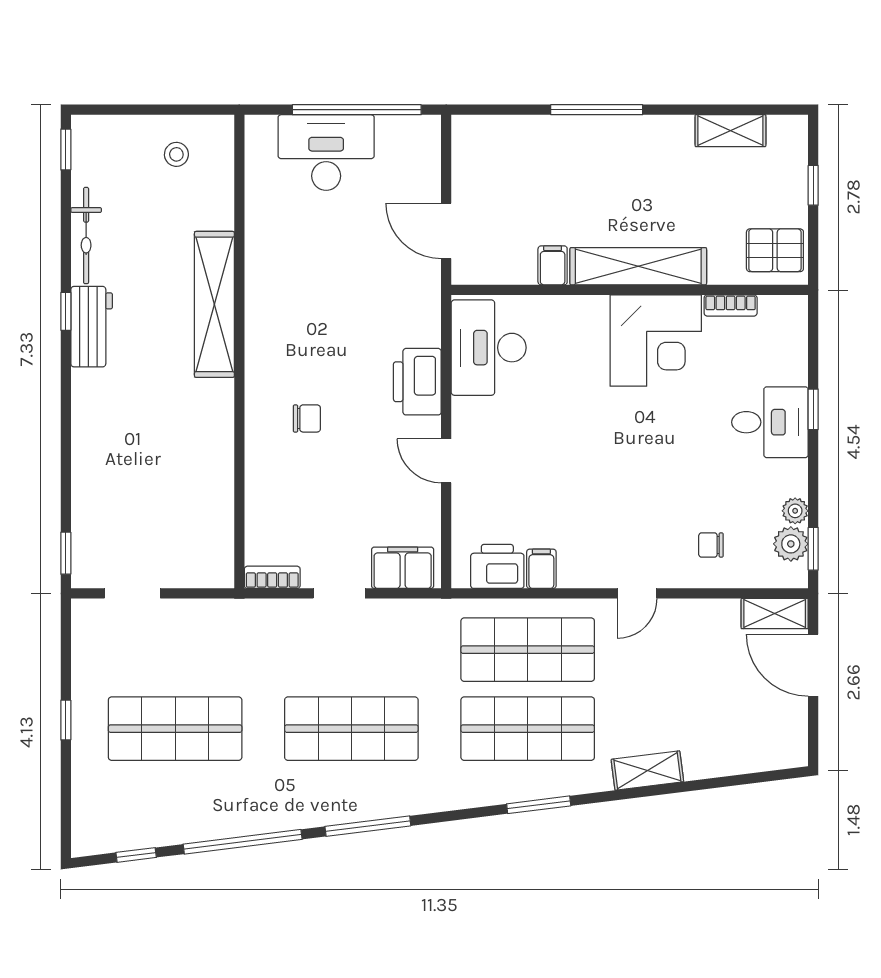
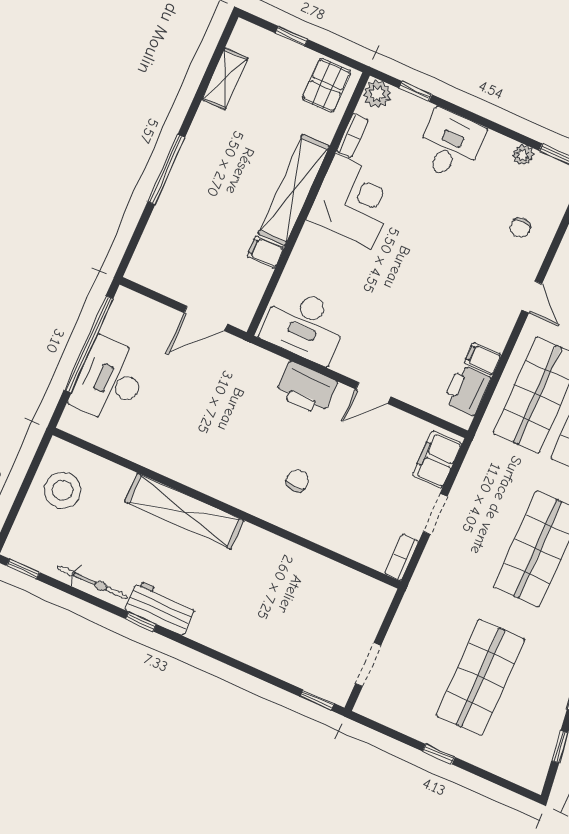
stool: (176, 154) -> (63, 490), width x1.89, depth x1.89
window: (813, 409) -> (415, 91), moved
plant: (791, 544) -> (377, 94), moved

